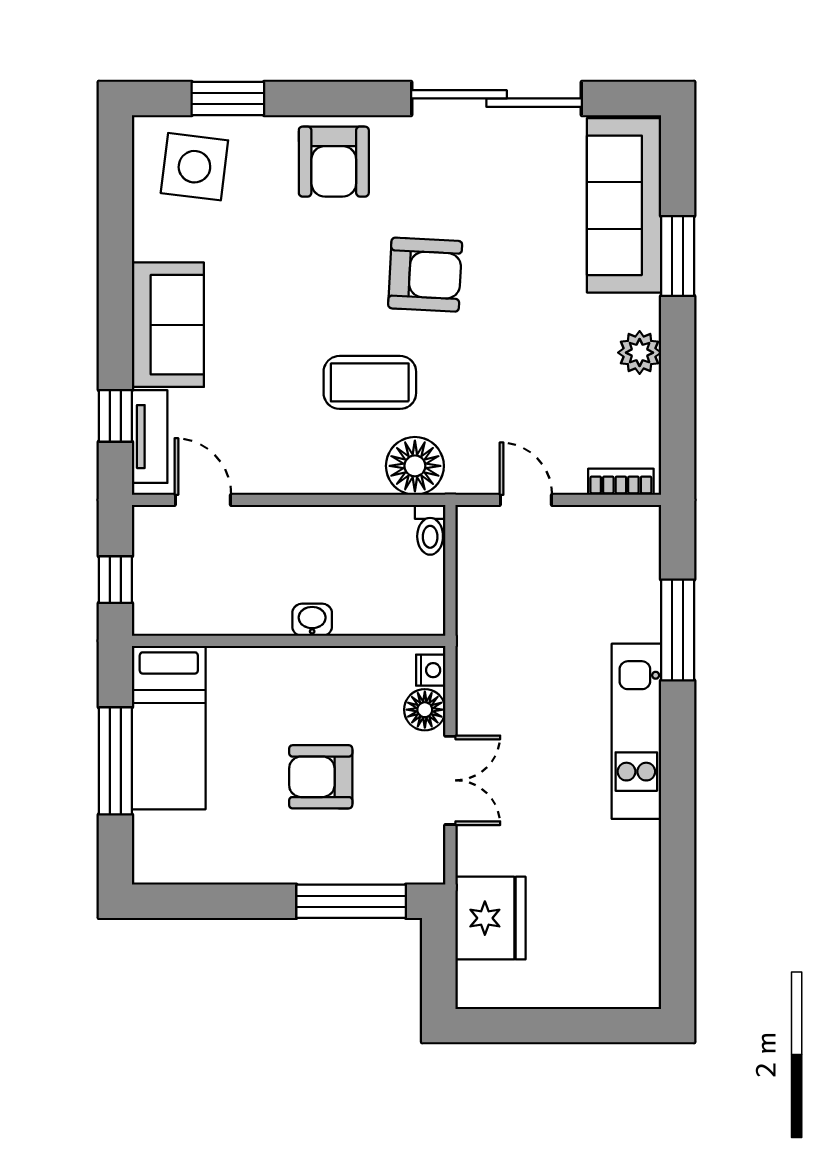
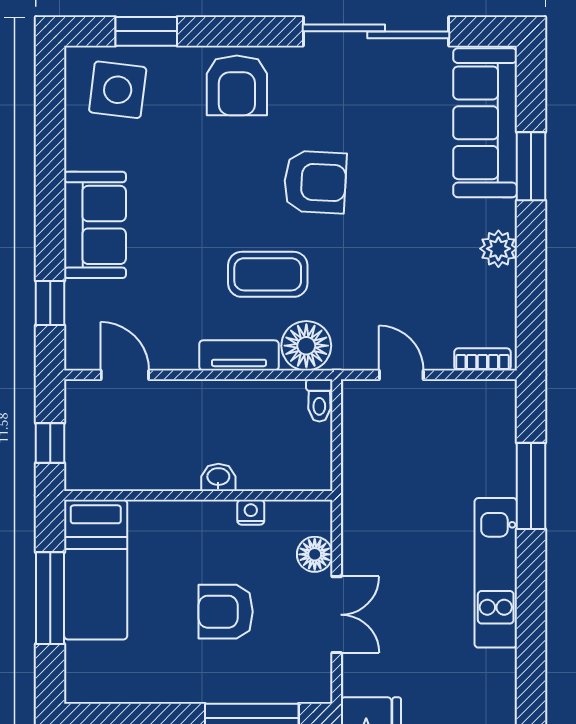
tv unit: (150, 437) -> (239, 355), moved, turned -90
nightstand: (431, 670) -> (251, 512), moved, turned -90

